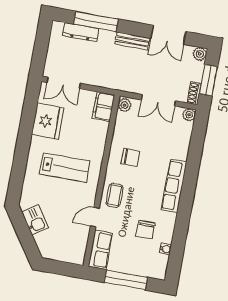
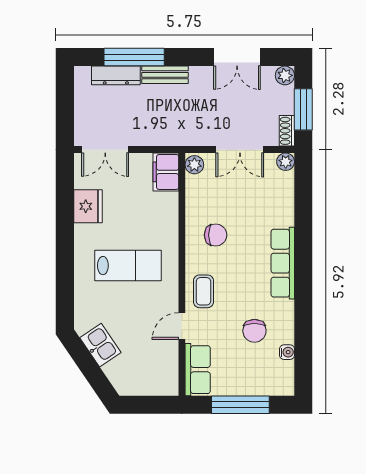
bench: (132, 41) -> (165, 75), moved
fridge: (48, 121) -> (88, 206), width x0.73, depth x0.75

